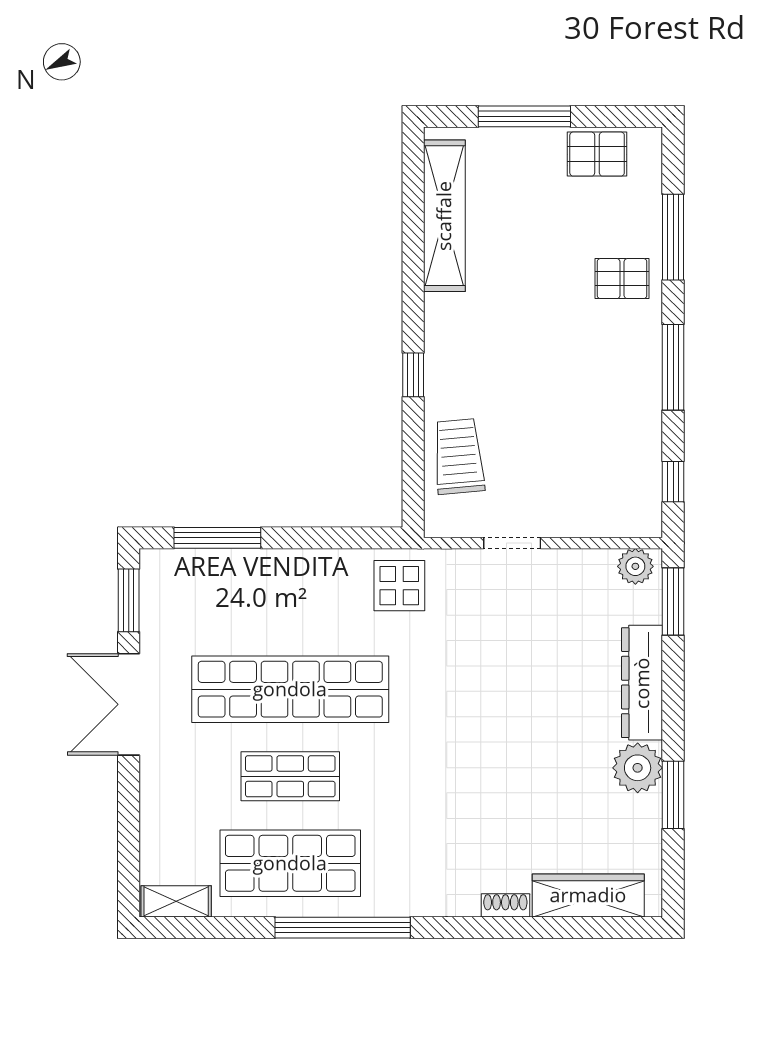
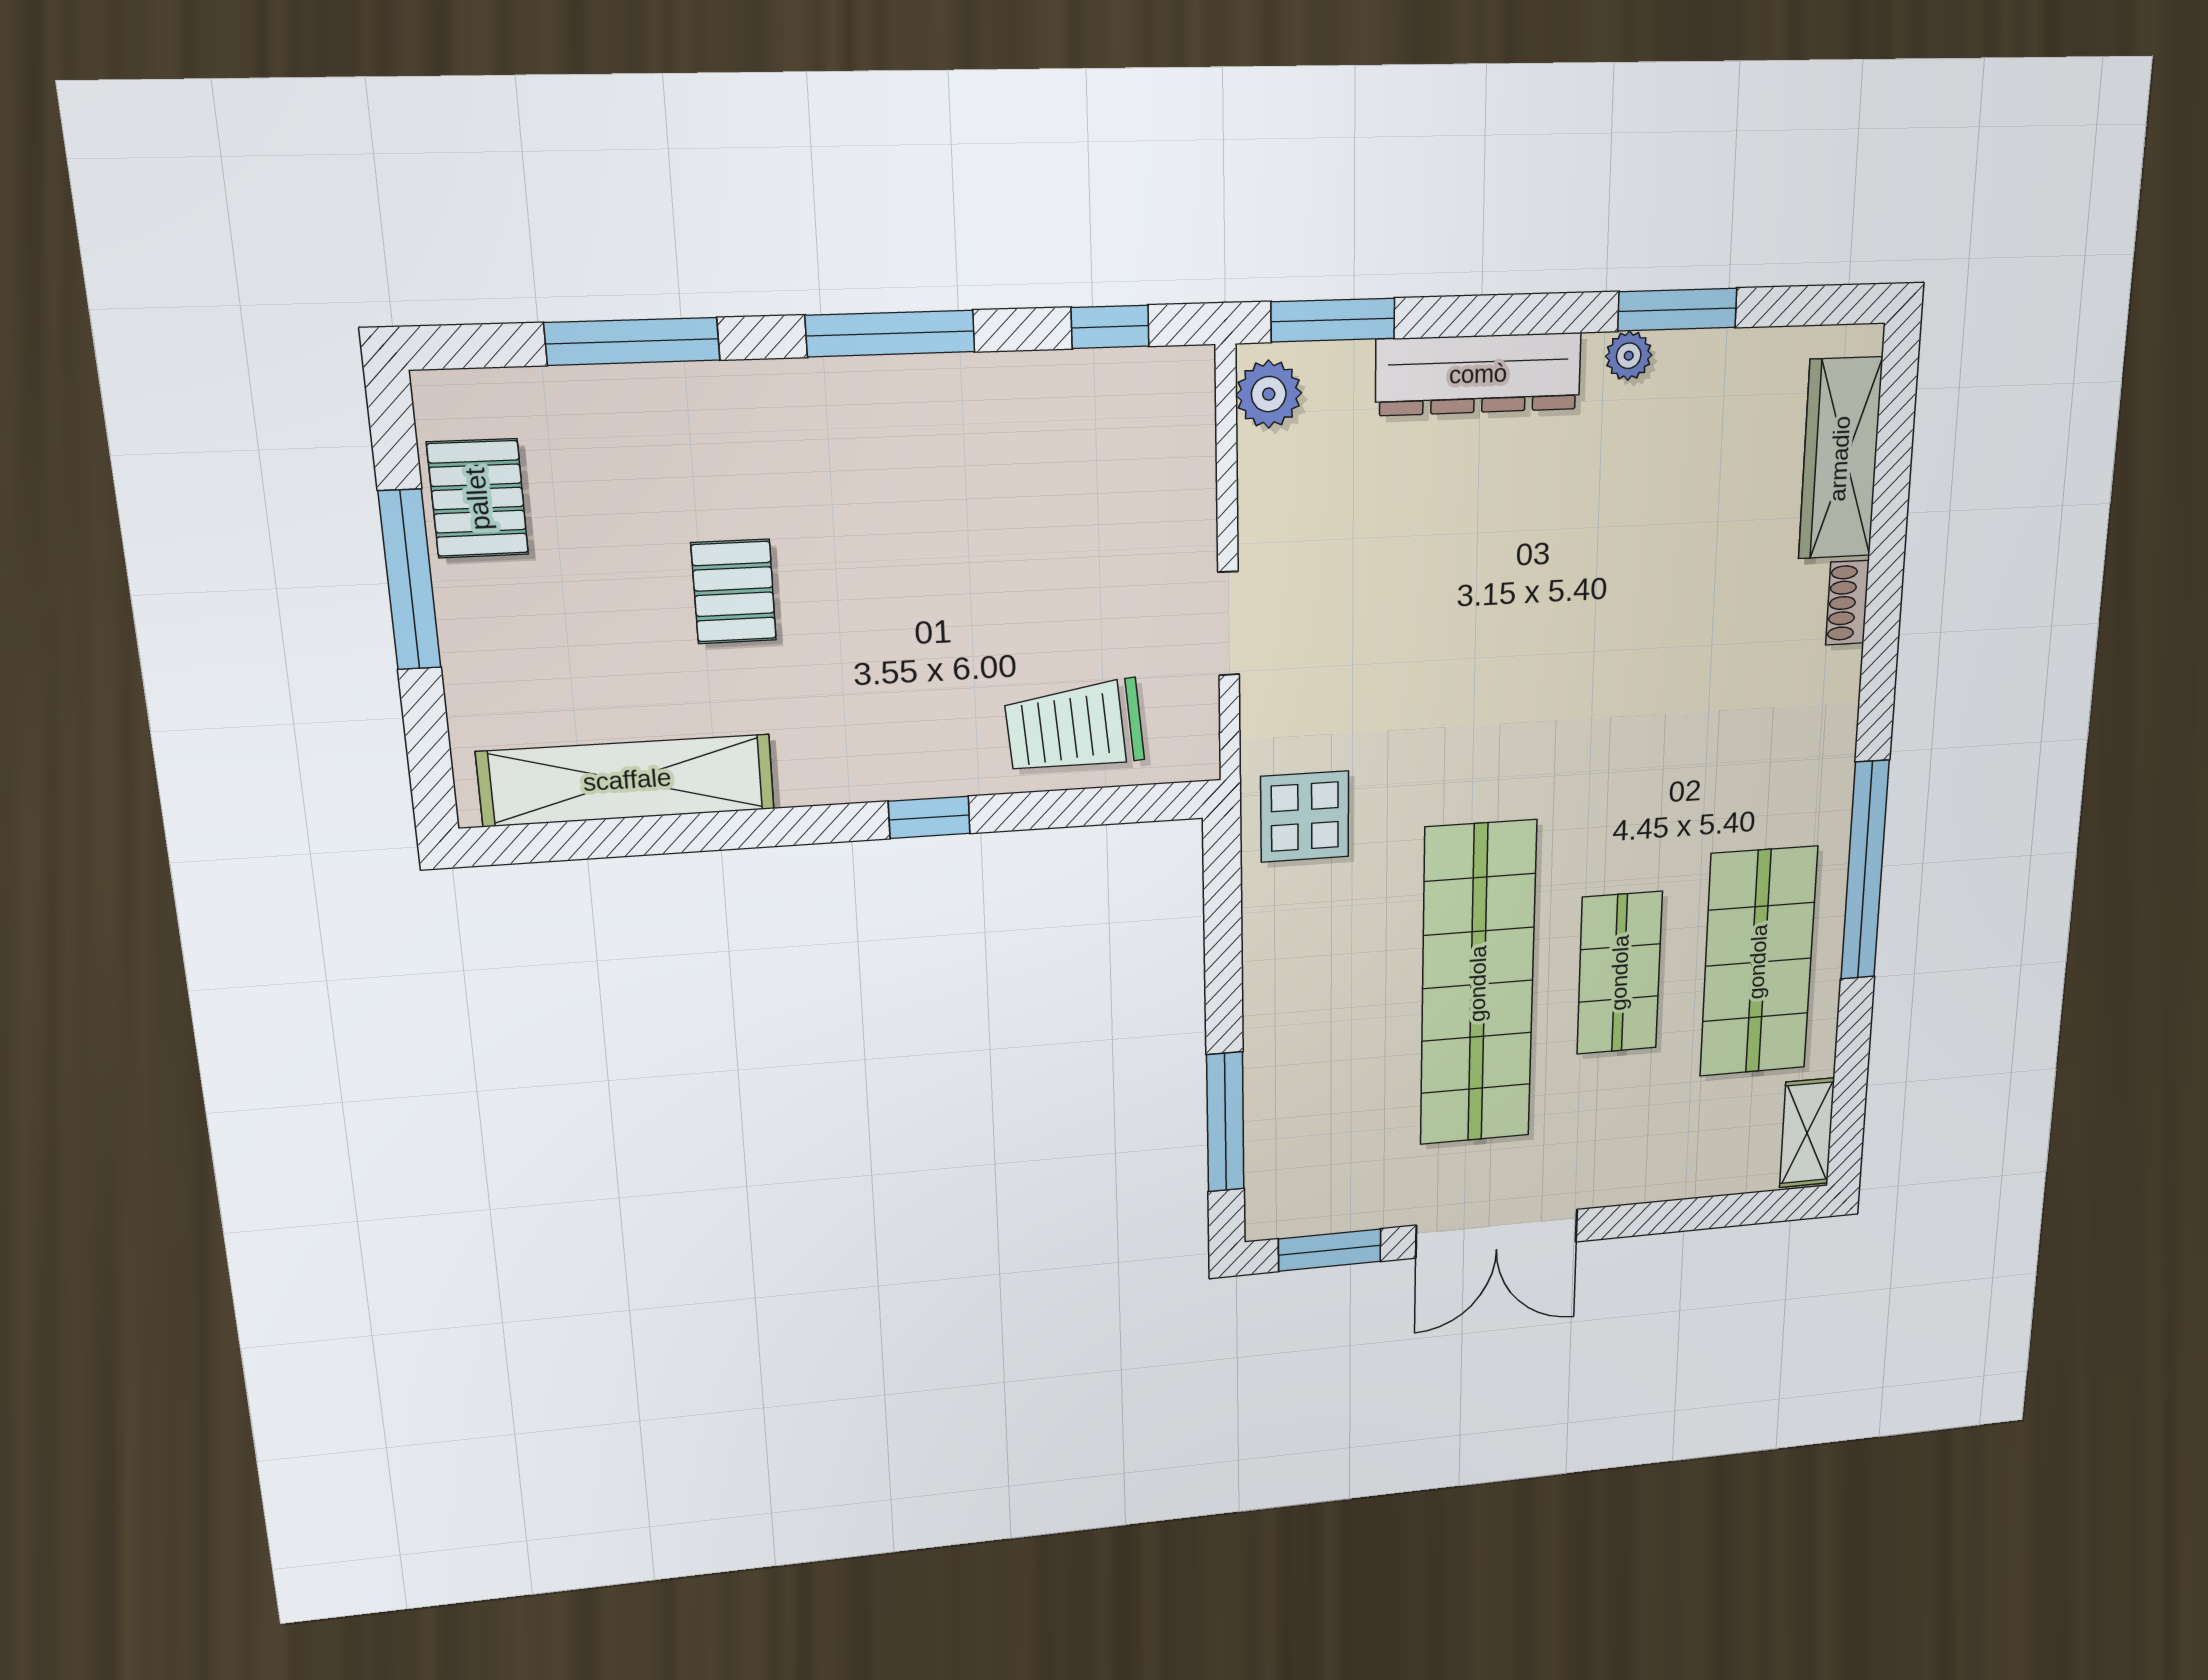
window: (524, 116) -> (410, 580), moved
pallet: (622, 279) -> (734, 592), moved
plant: (638, 768) -> (1629, 356), width x0.53, depth x0.53

